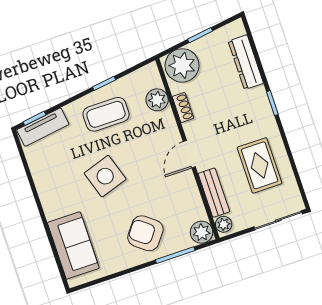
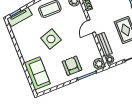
armchair: (145, 233) -> (72, 66), turned 52

